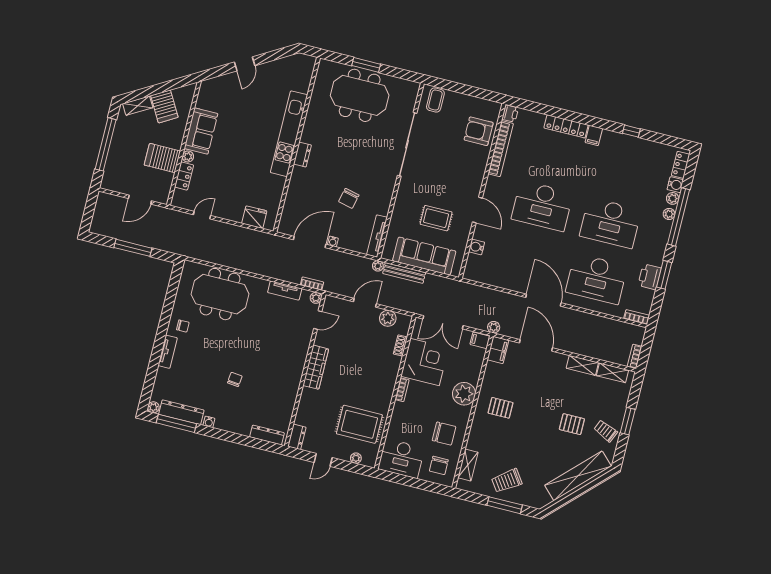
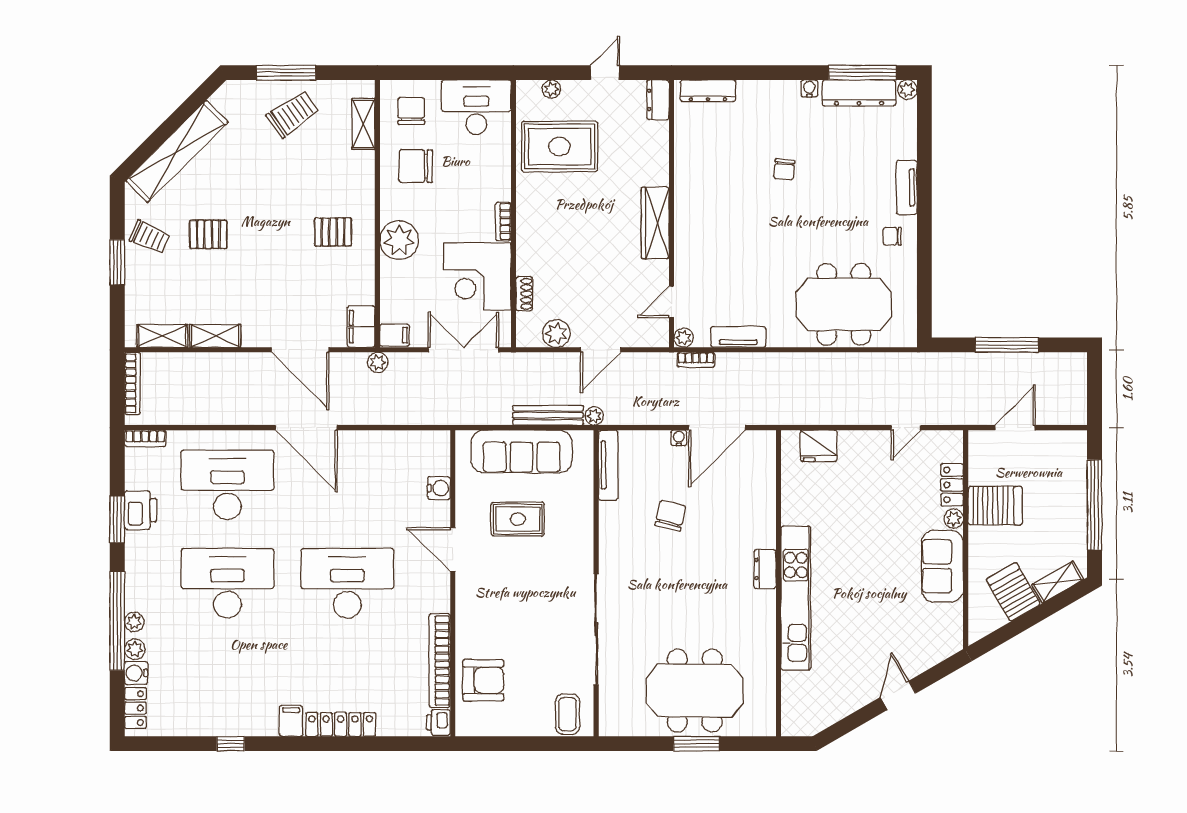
bookcase: (635, 356) -> (132, 383), width x1.56

